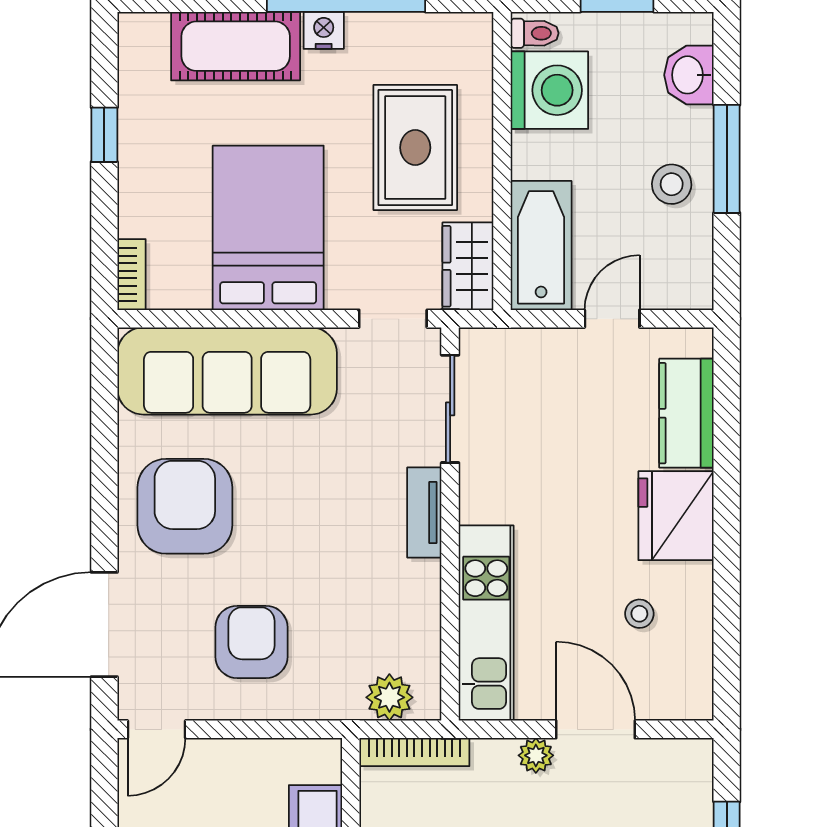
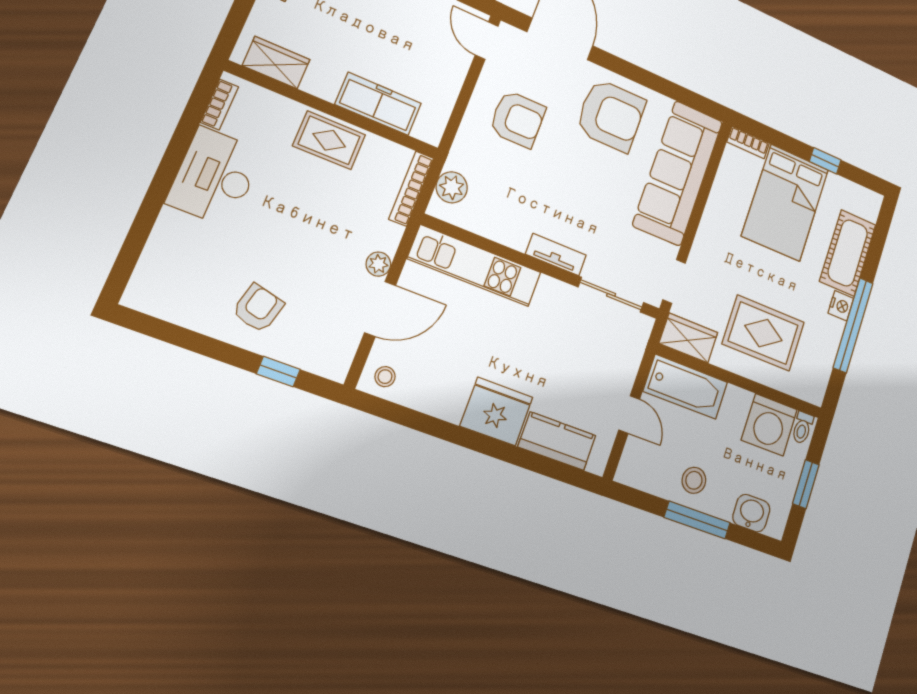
bed: (268, 228) -> (785, 203), moved, turned 90
stool: (639, 614) -> (385, 377), moved

